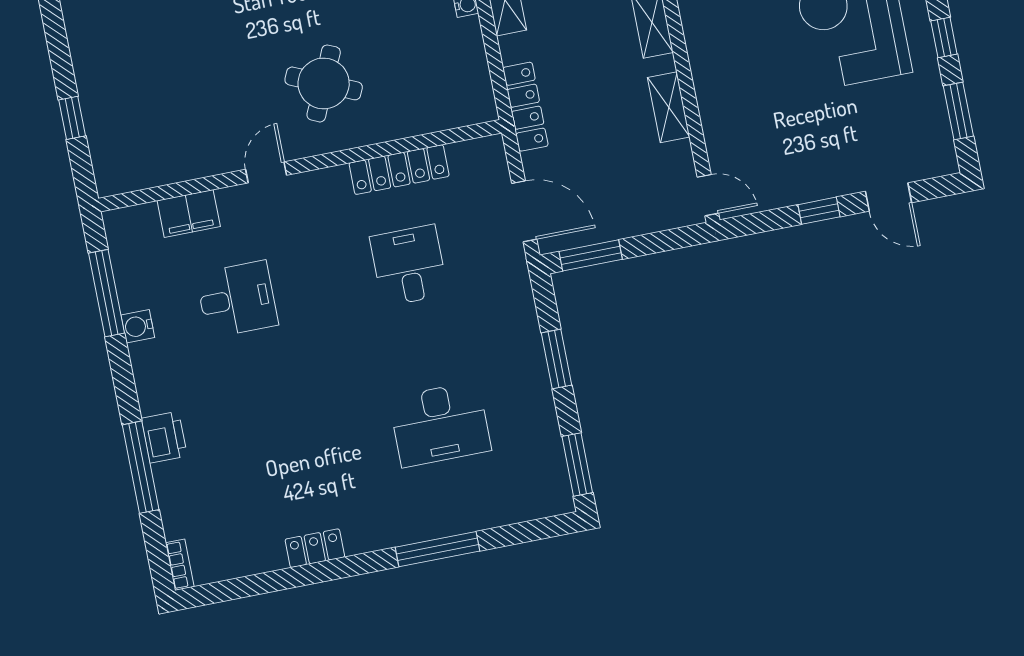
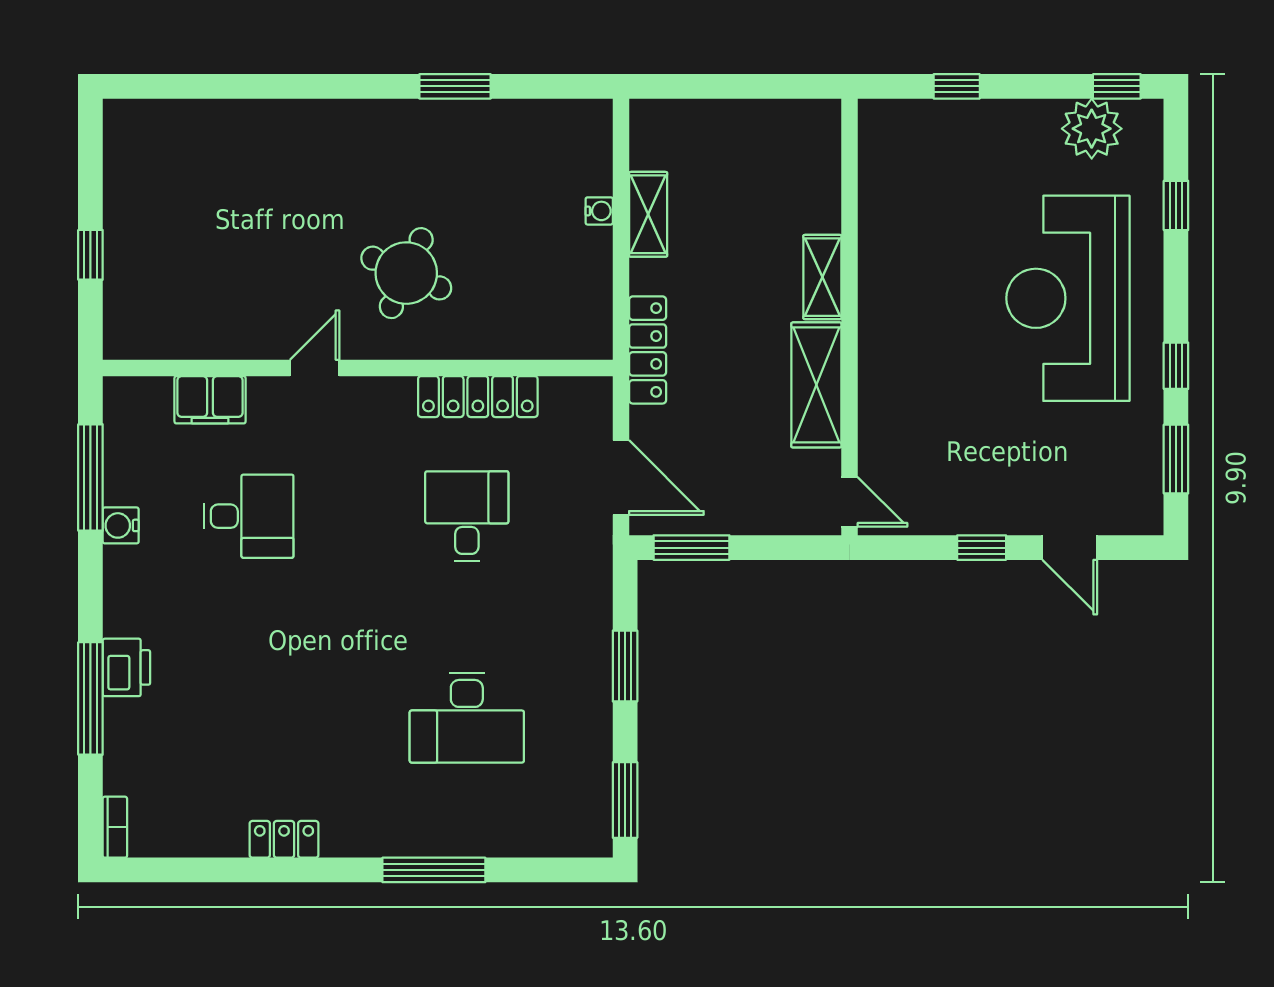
shelving: (669, 107) -> (816, 385), width x1.50, depth x1.33

